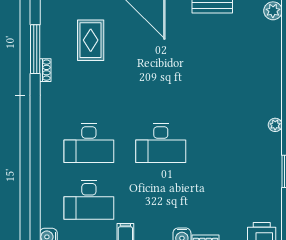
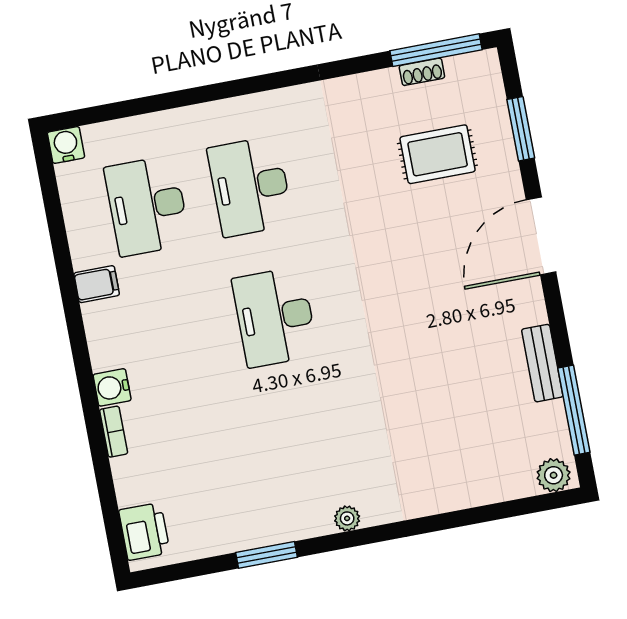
window: (35, 49) -> (436, 50), moved
shoe rack: (45, 70) -> (422, 72), moved

